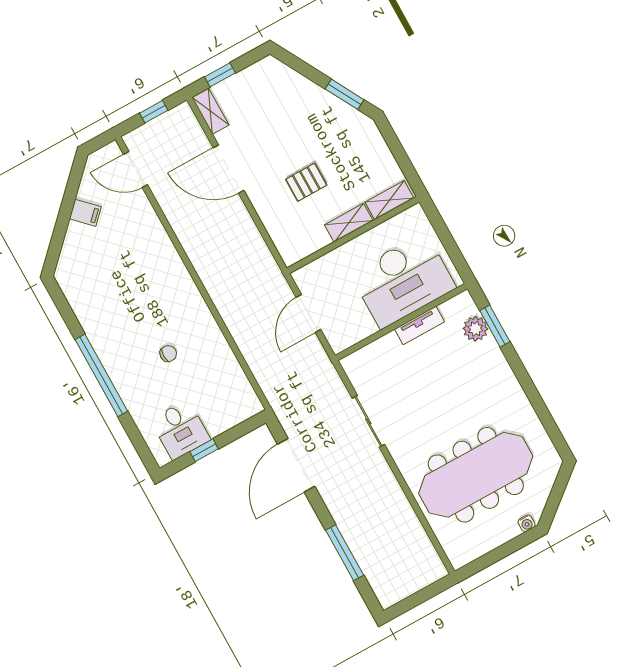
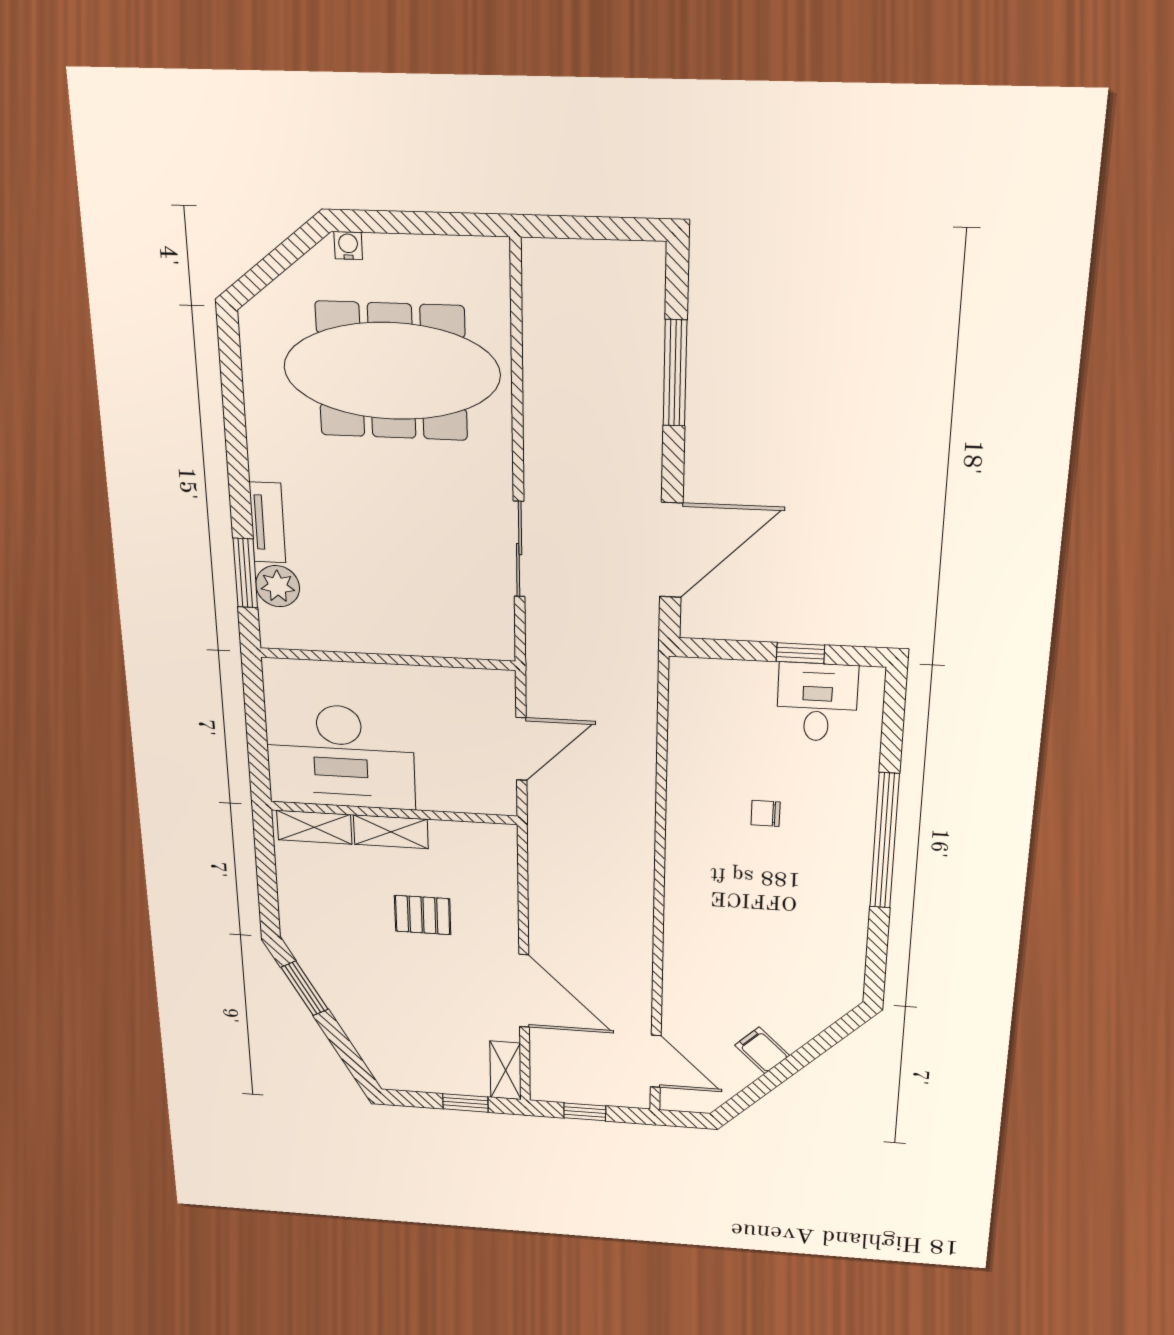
desk: (403, 280) -> (340, 756), moved, turned 180
tv unit: (419, 325) -> (267, 522), moved, turned 90

